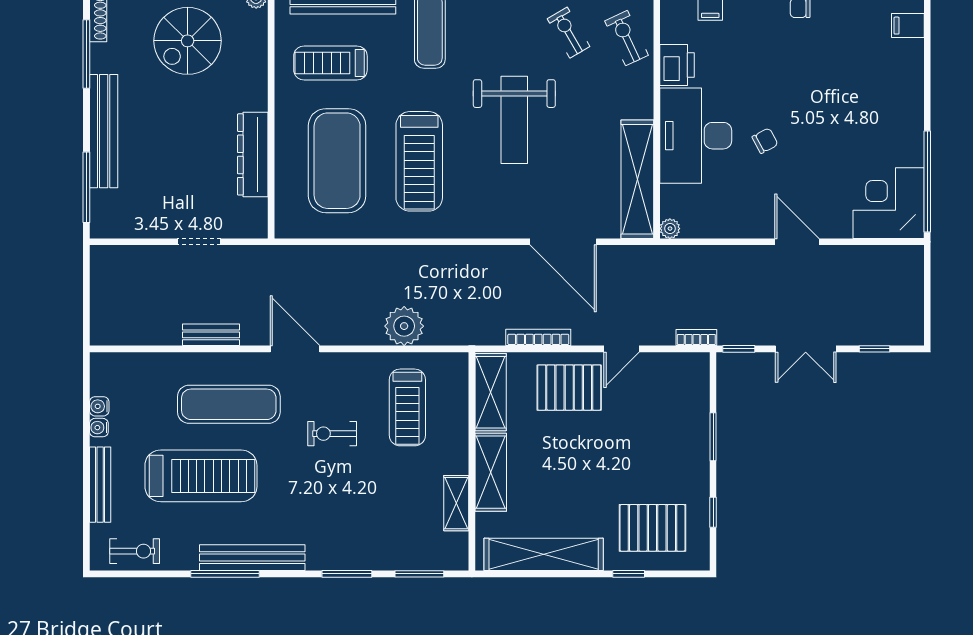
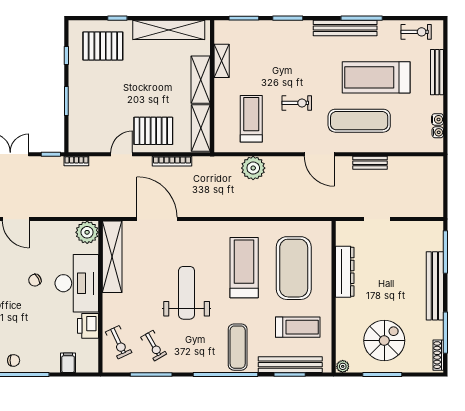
plant: (670, 229) -> (87, 232), width x1.88, depth x1.88
water cooler: (99, 428) -> (438, 132), moved
exercise bike: (135, 551) -> (416, 32), turned 180

